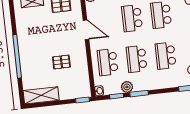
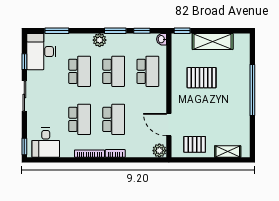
door: (86, 30) -> (169, 125), moved
pallet: (61, 62) -> (202, 78), width x1.50, depth x1.42
plant: (127, 87) -> (100, 40), moved
shelving: (41, 95) -> (213, 41), moved

